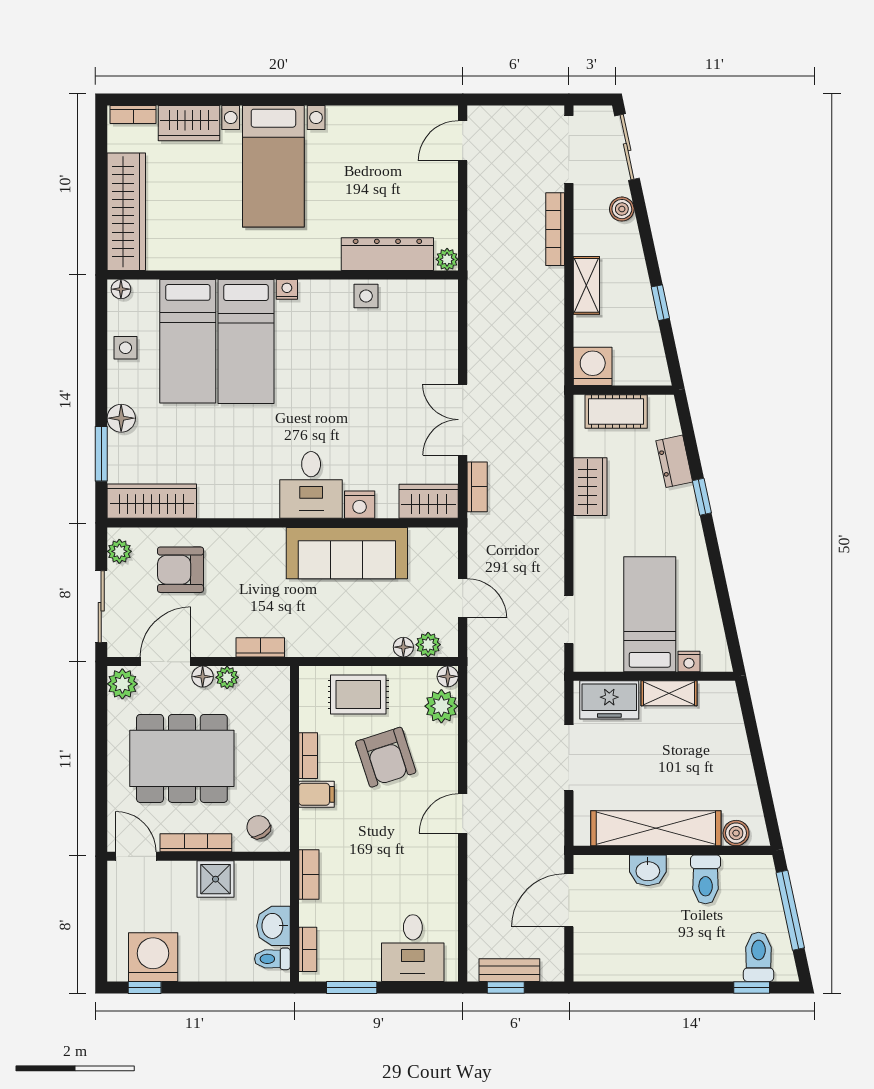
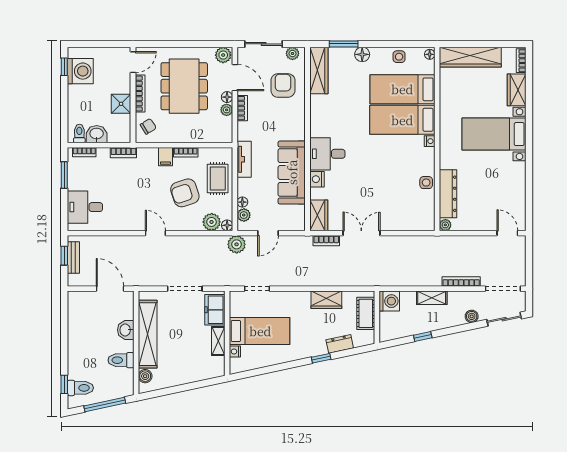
tv unit: (322, 644) -> (244, 159), added
bookcase: (260, 647) -> (242, 108), moved
plant: (484, 658) -> (237, 244), added

